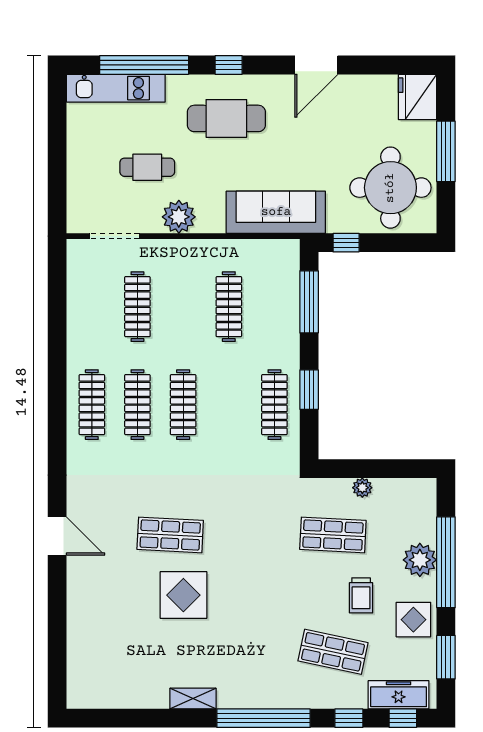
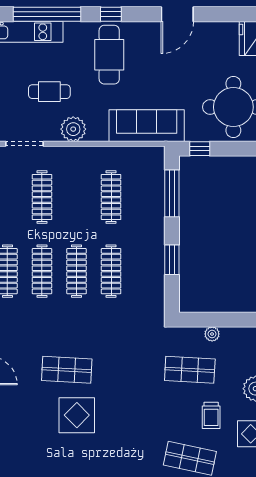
cafe table: (226, 118) -> (109, 55), turned 90
clothes rail: (274, 405) -> (111, 271), moved

